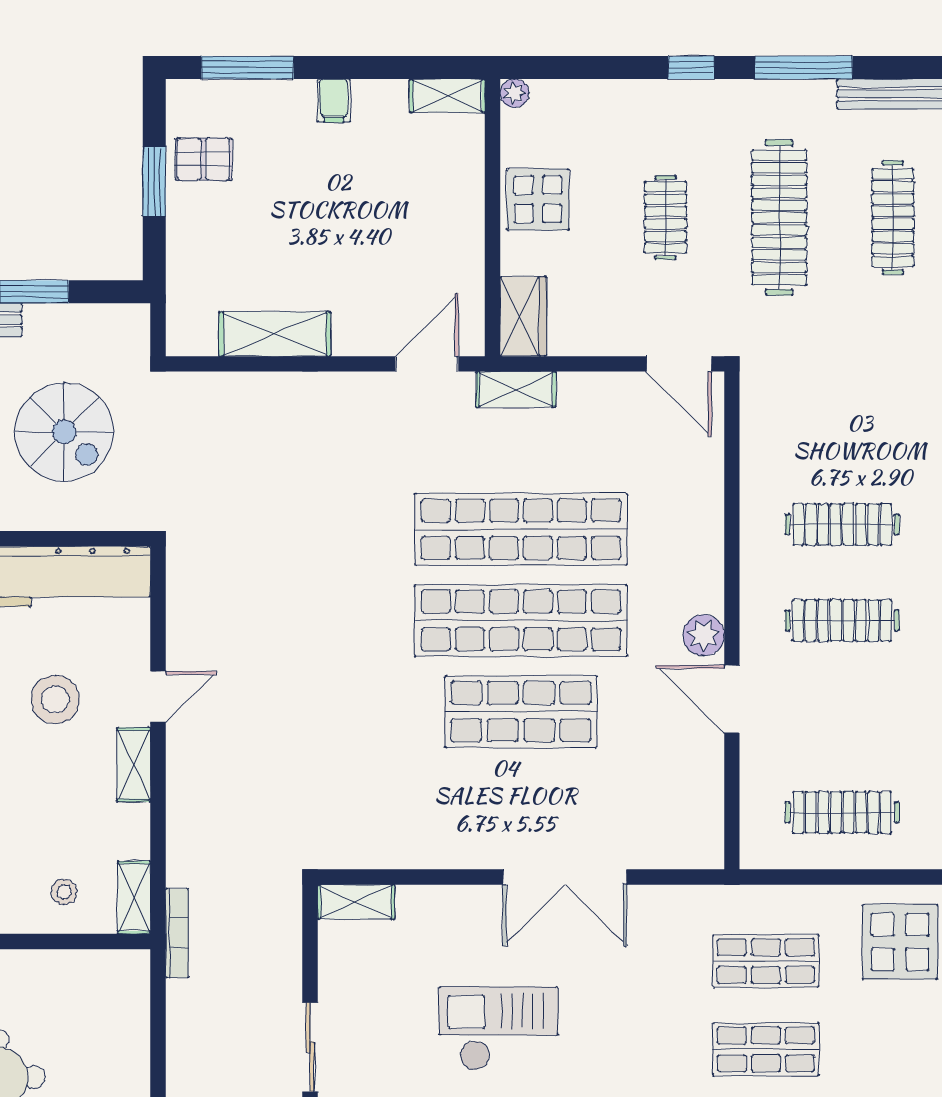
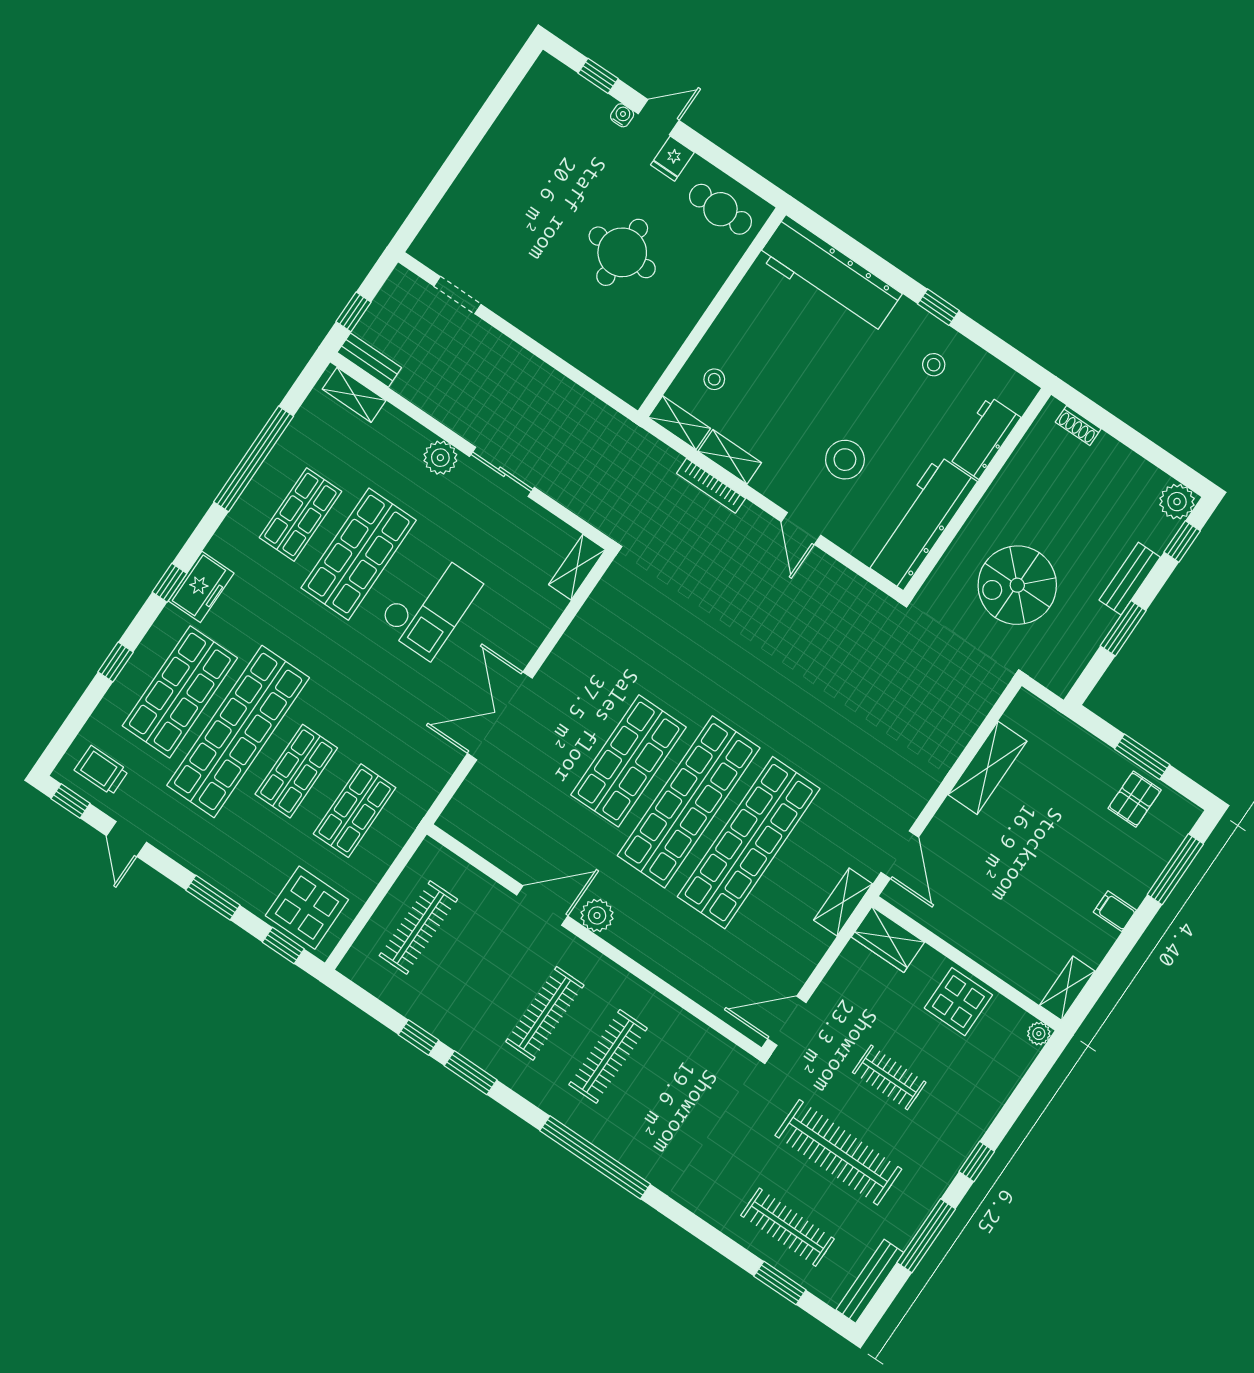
shelving: (134, 765) -> (730, 457), moved
bookcase: (177, 933) -> (711, 486), moved

